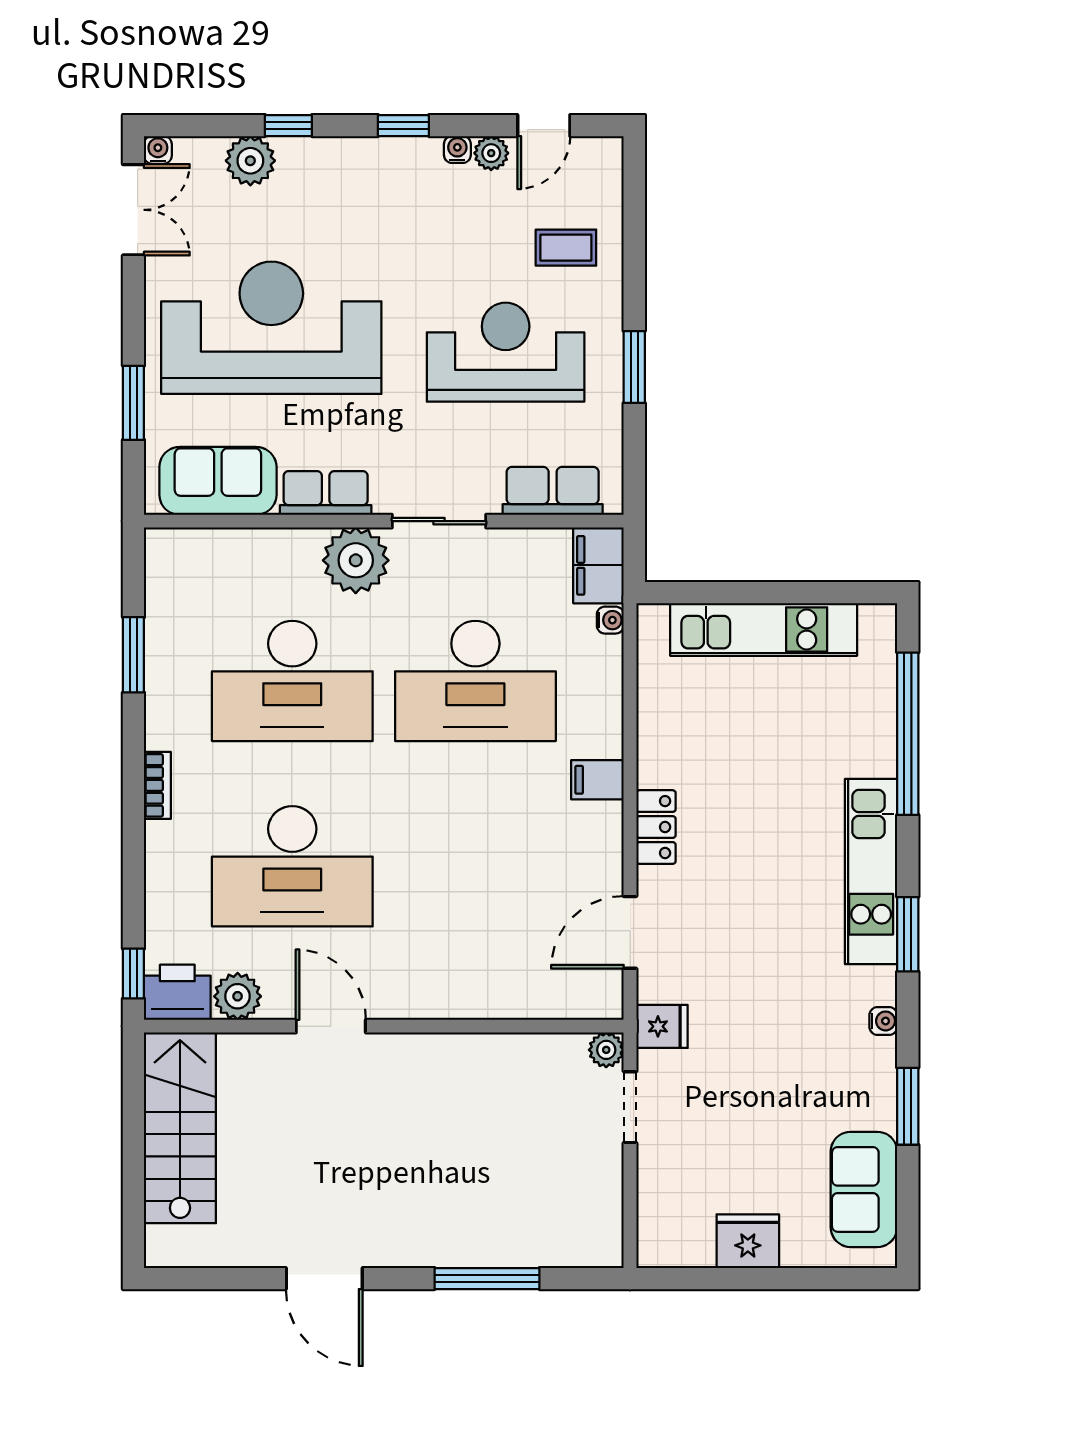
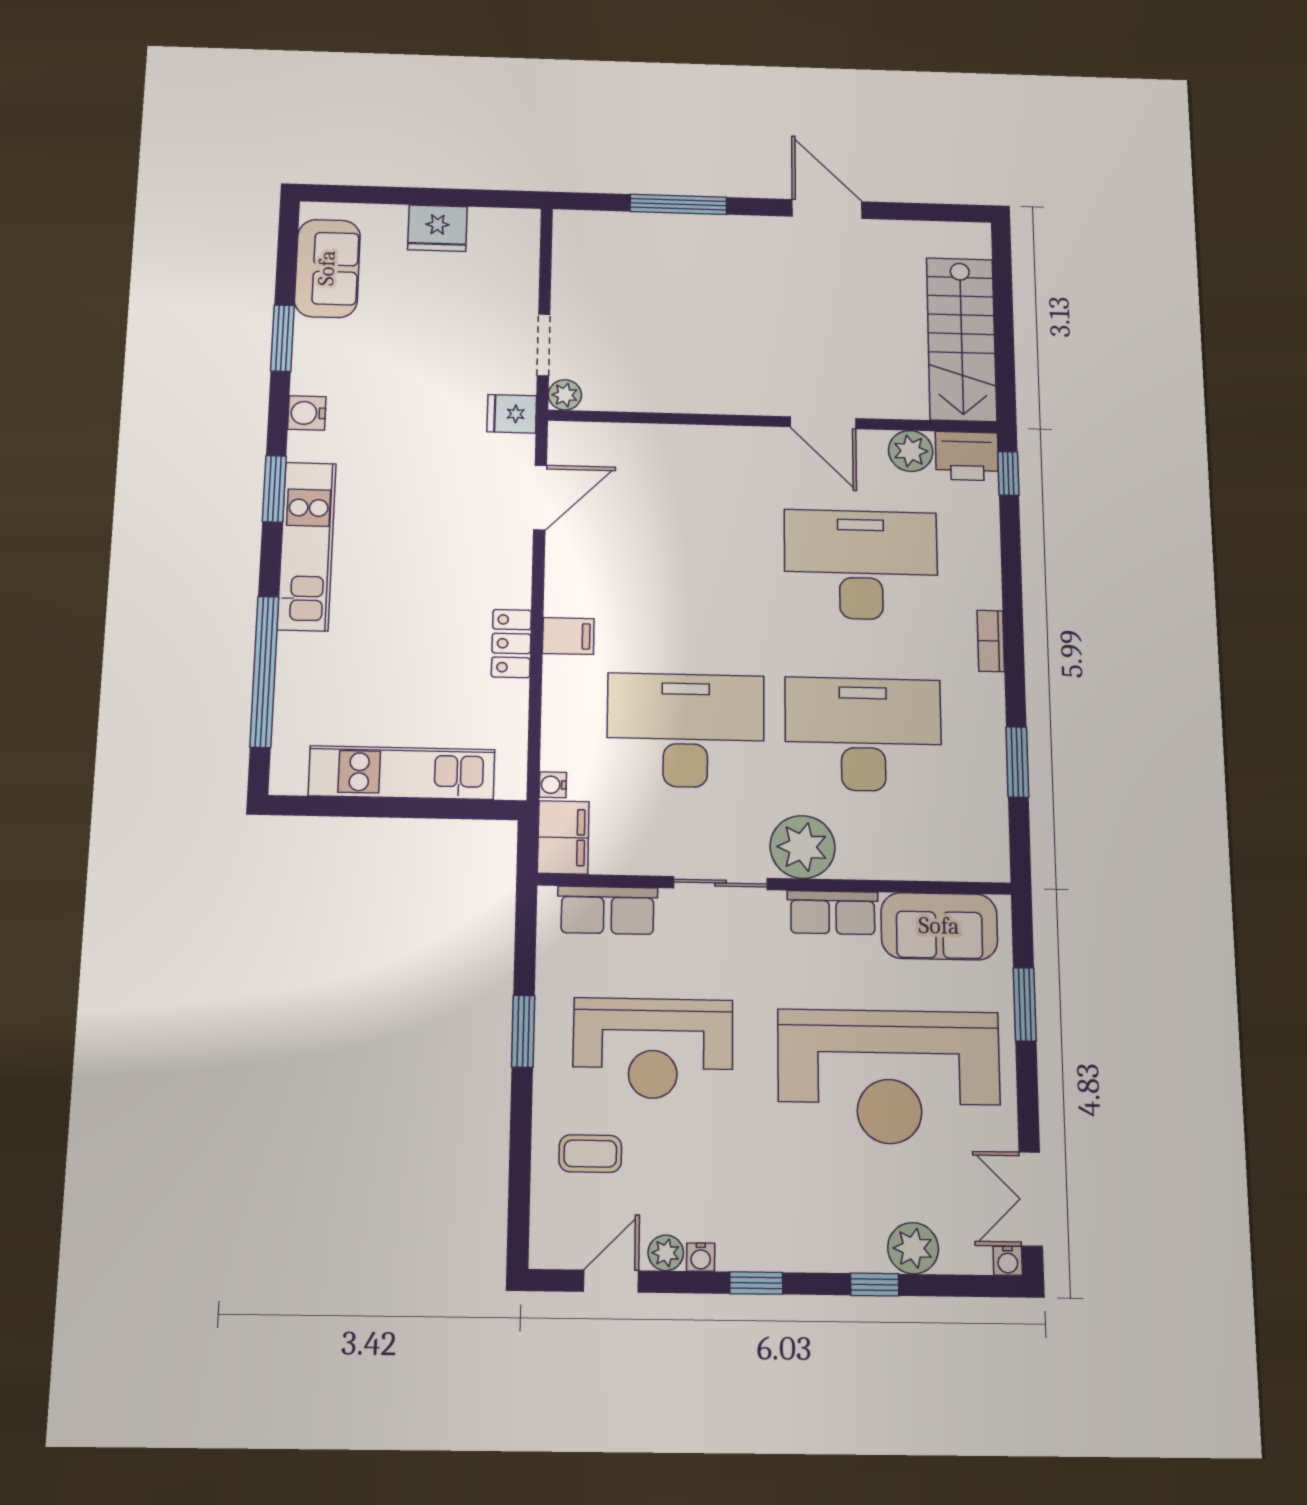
locker: (656, 827) -> (511, 643), moved
water cooler: (883, 1021) -> (307, 413), width x1.38, depth x1.38

